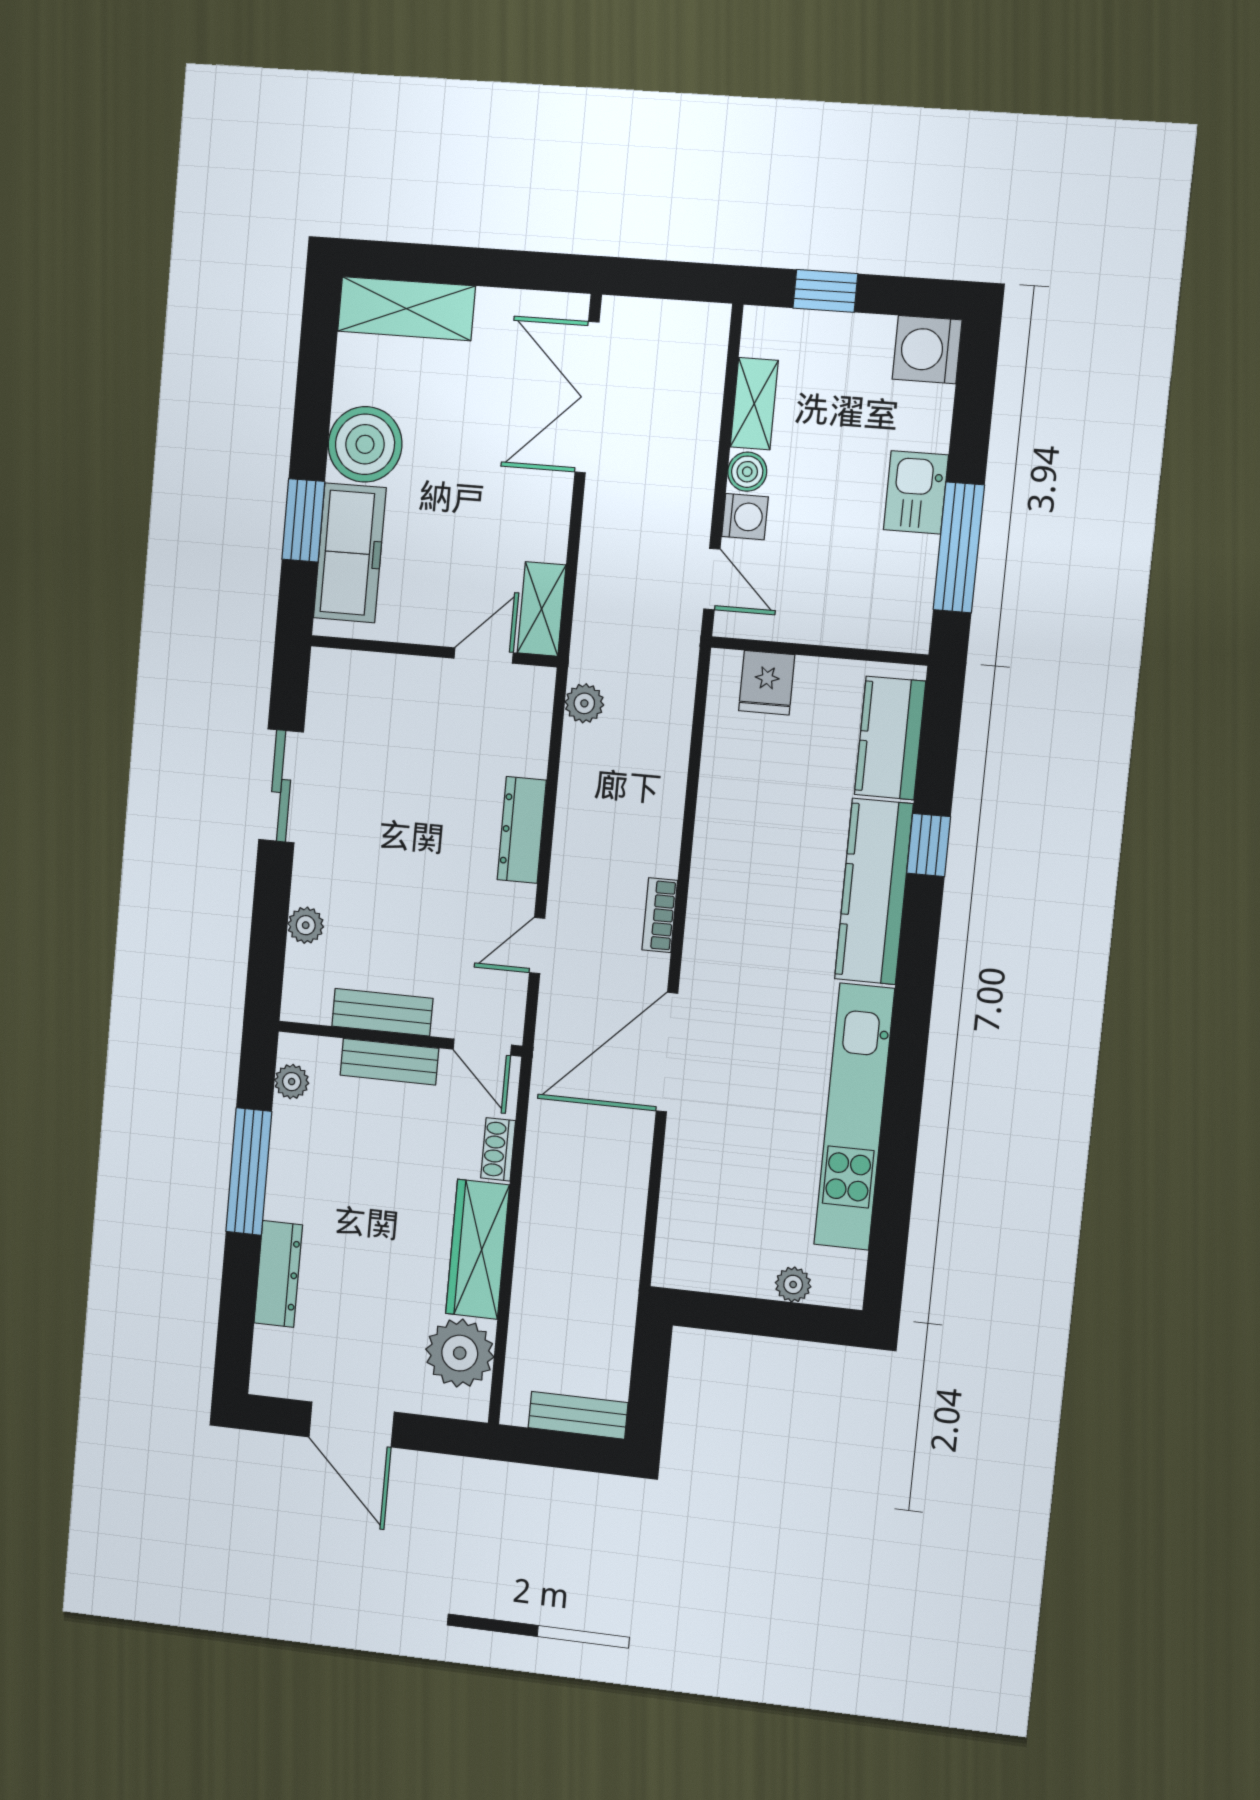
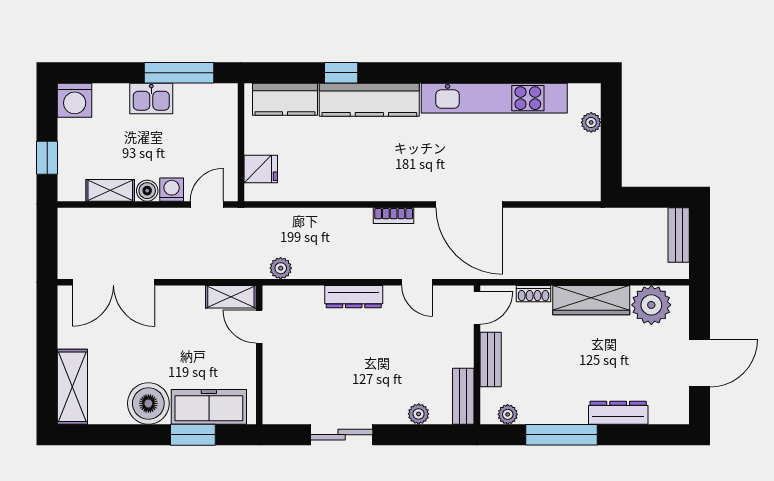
bench: (382, 1012) -> (463, 396), moved

